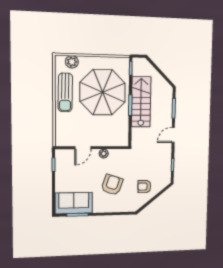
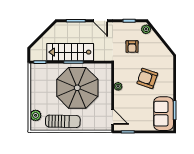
parasol: (103, 92) -> (77, 88), moved
door: (83, 148) -> (113, 117), moved
plant: (164, 183) -> (146, 29), added
armchair: (144, 187) -> (132, 47), moved

